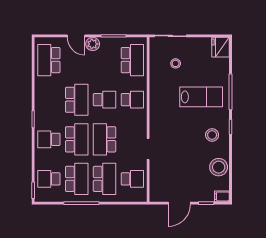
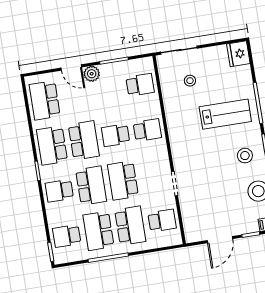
school desk: (132, 60) -> (140, 85), width x0.54
school desk: (49, 100) -> (52, 146), added
school desk: (105, 100) -> (116, 135), turned 180
school desk: (77, 179) -> (98, 231), turned 180

